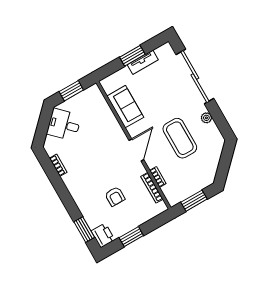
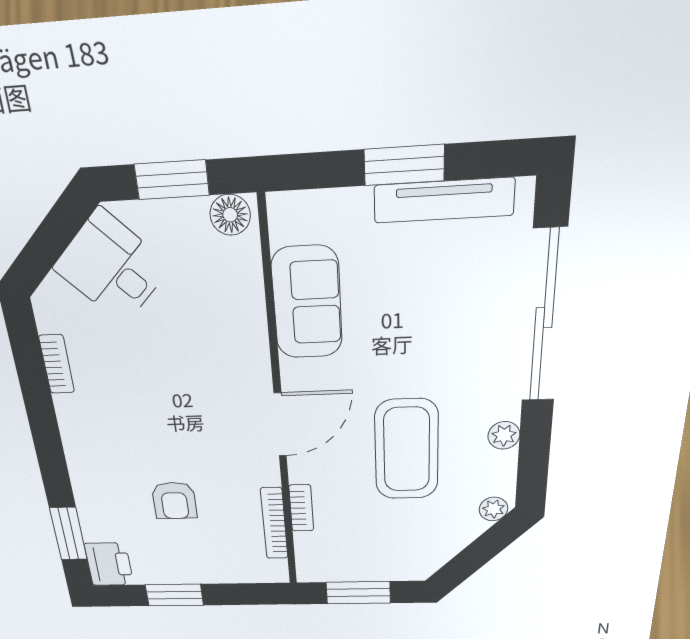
tv unit: (143, 62) -> (444, 200), width x1.41
floor lamp: (92, 92) -> (230, 215), added
plant: (219, 144) -> (493, 509), added

